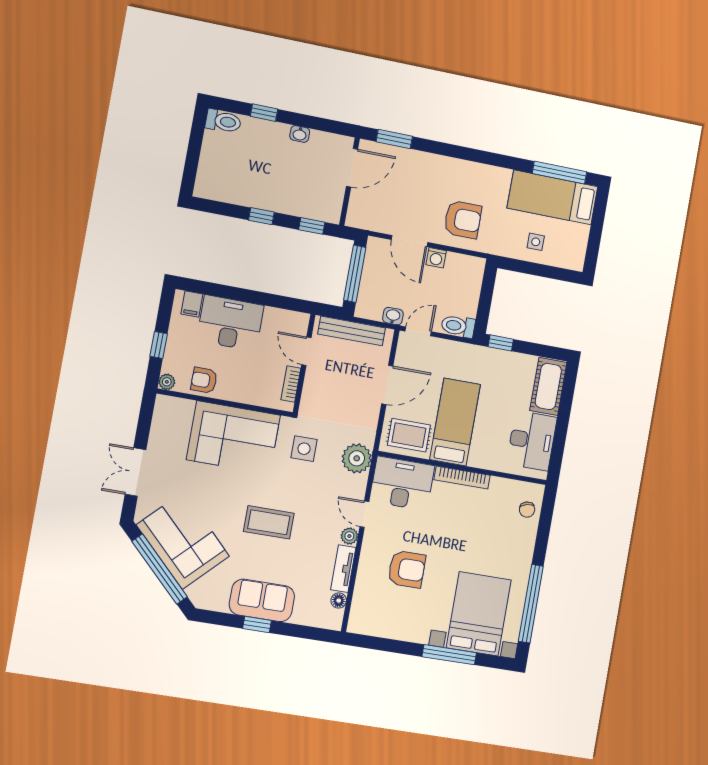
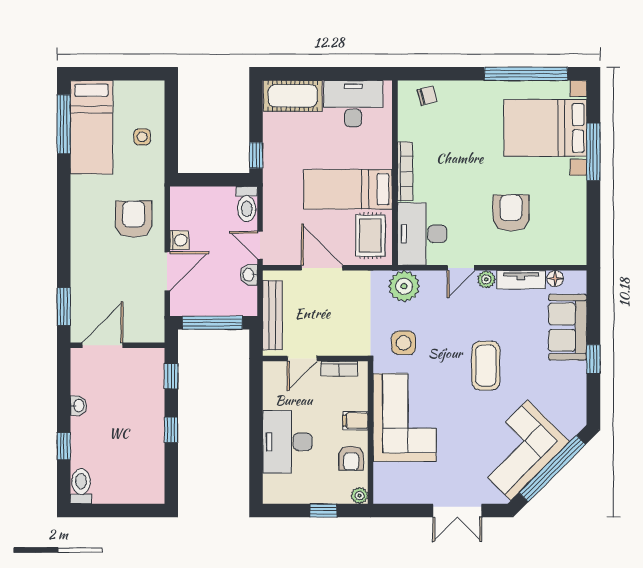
door: (352, 168) -> (102, 345), hinge flipped
filing cabinet: (192, 304) -> (355, 421), moved, turned 180
sofa: (262, 600) -> (568, 327), moved

